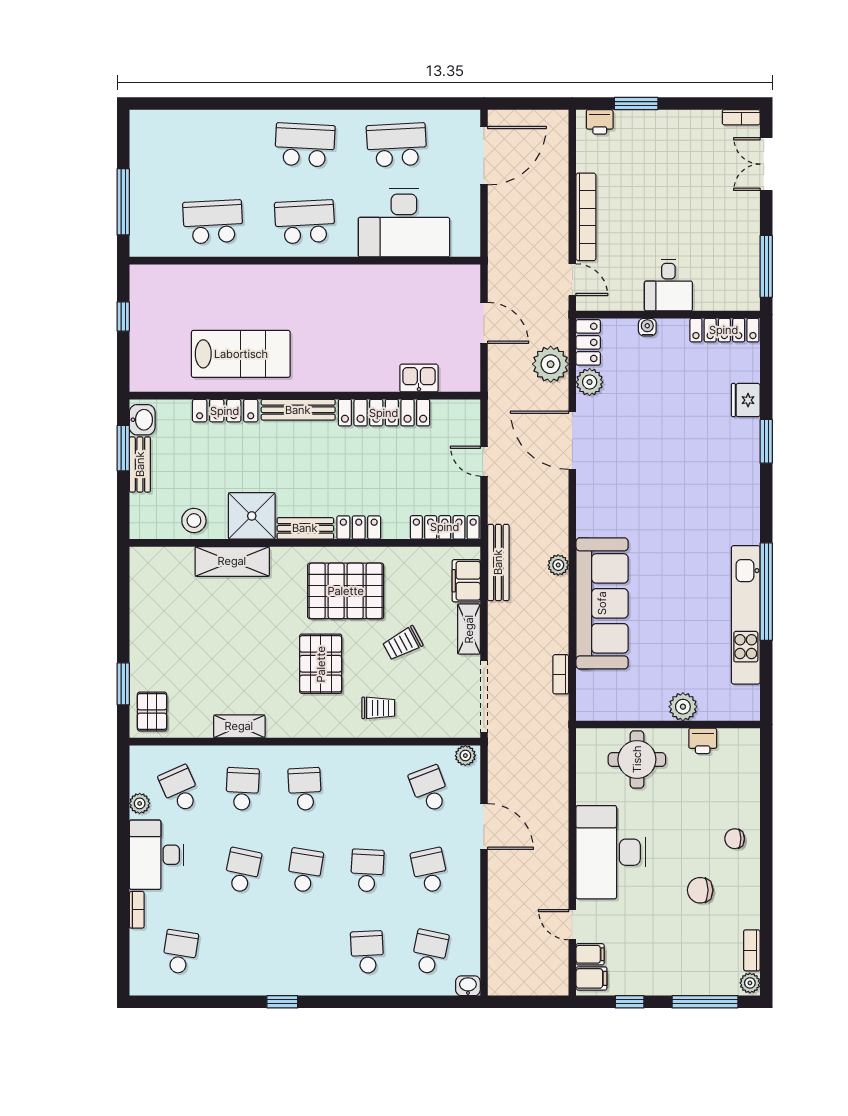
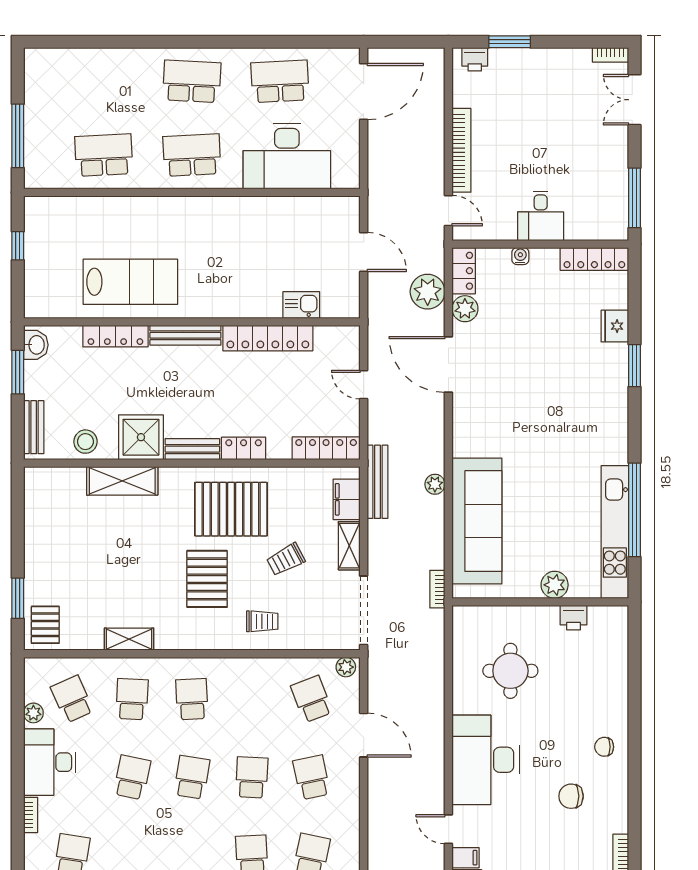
bench: (140, 464) -> (34, 427), moved
plant: (683, 707) -> (555, 585), moved
wall: (668, 724) -> (540, 602), moved
printer: (703, 741) -> (574, 618), moved

